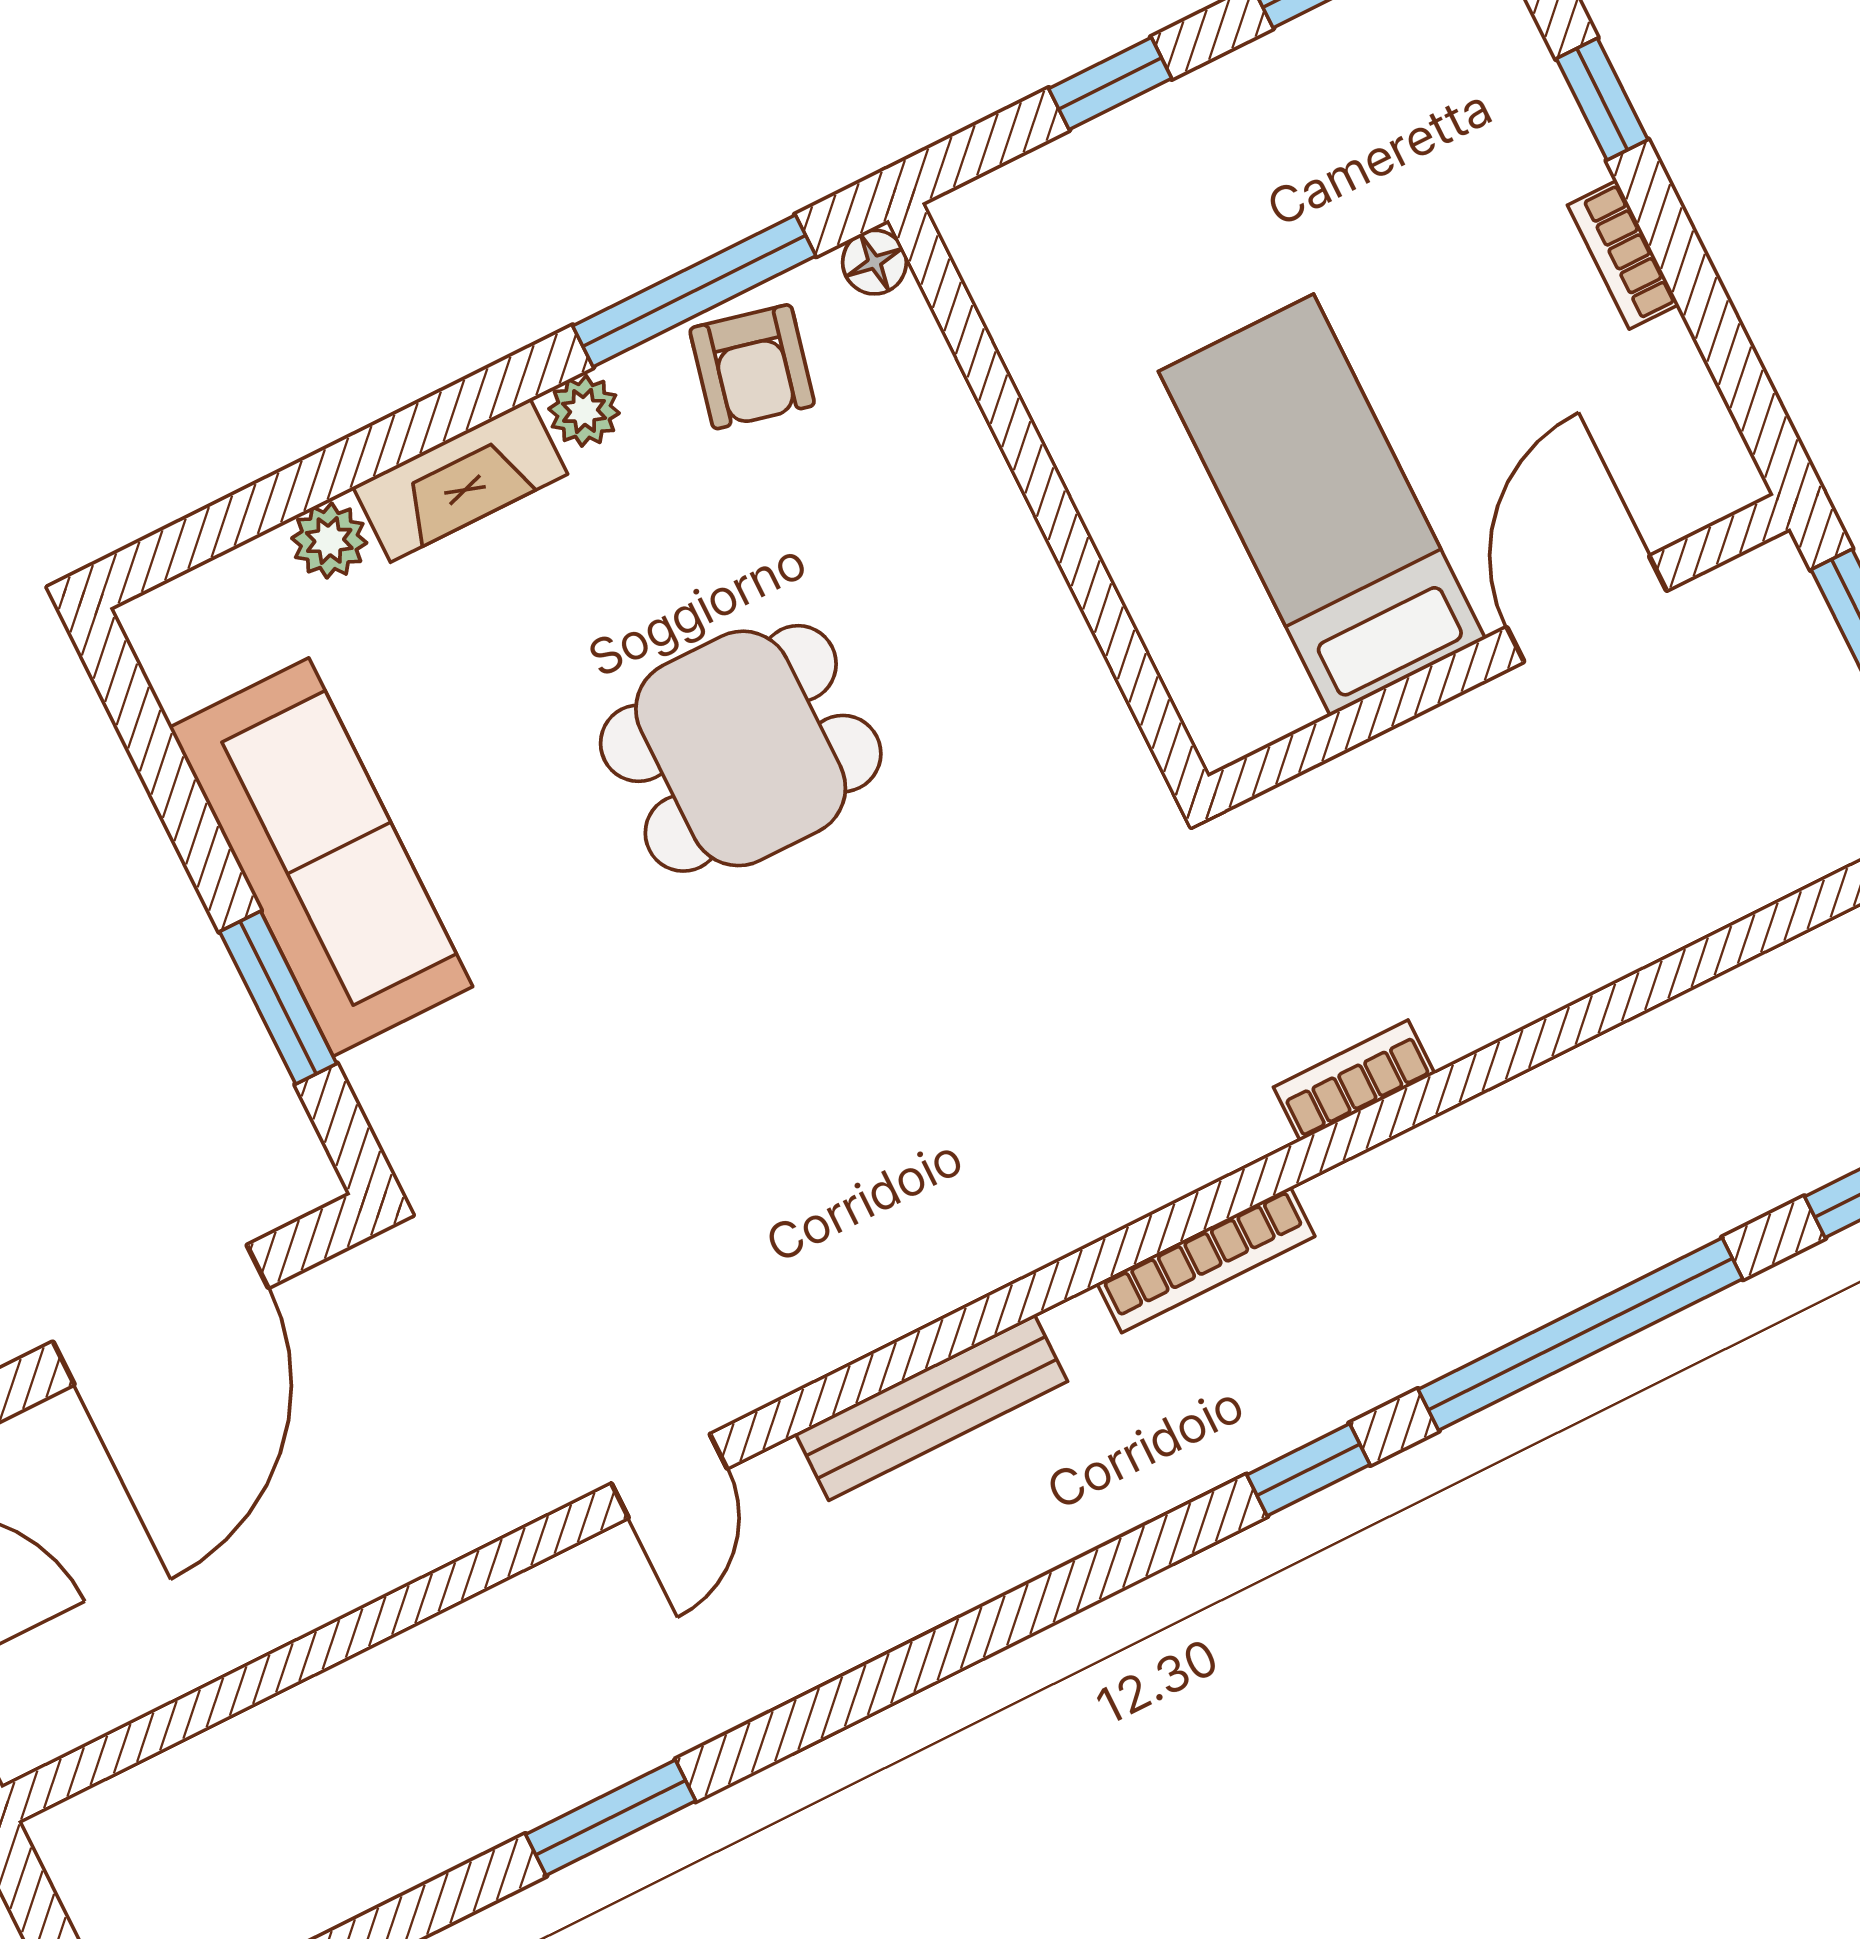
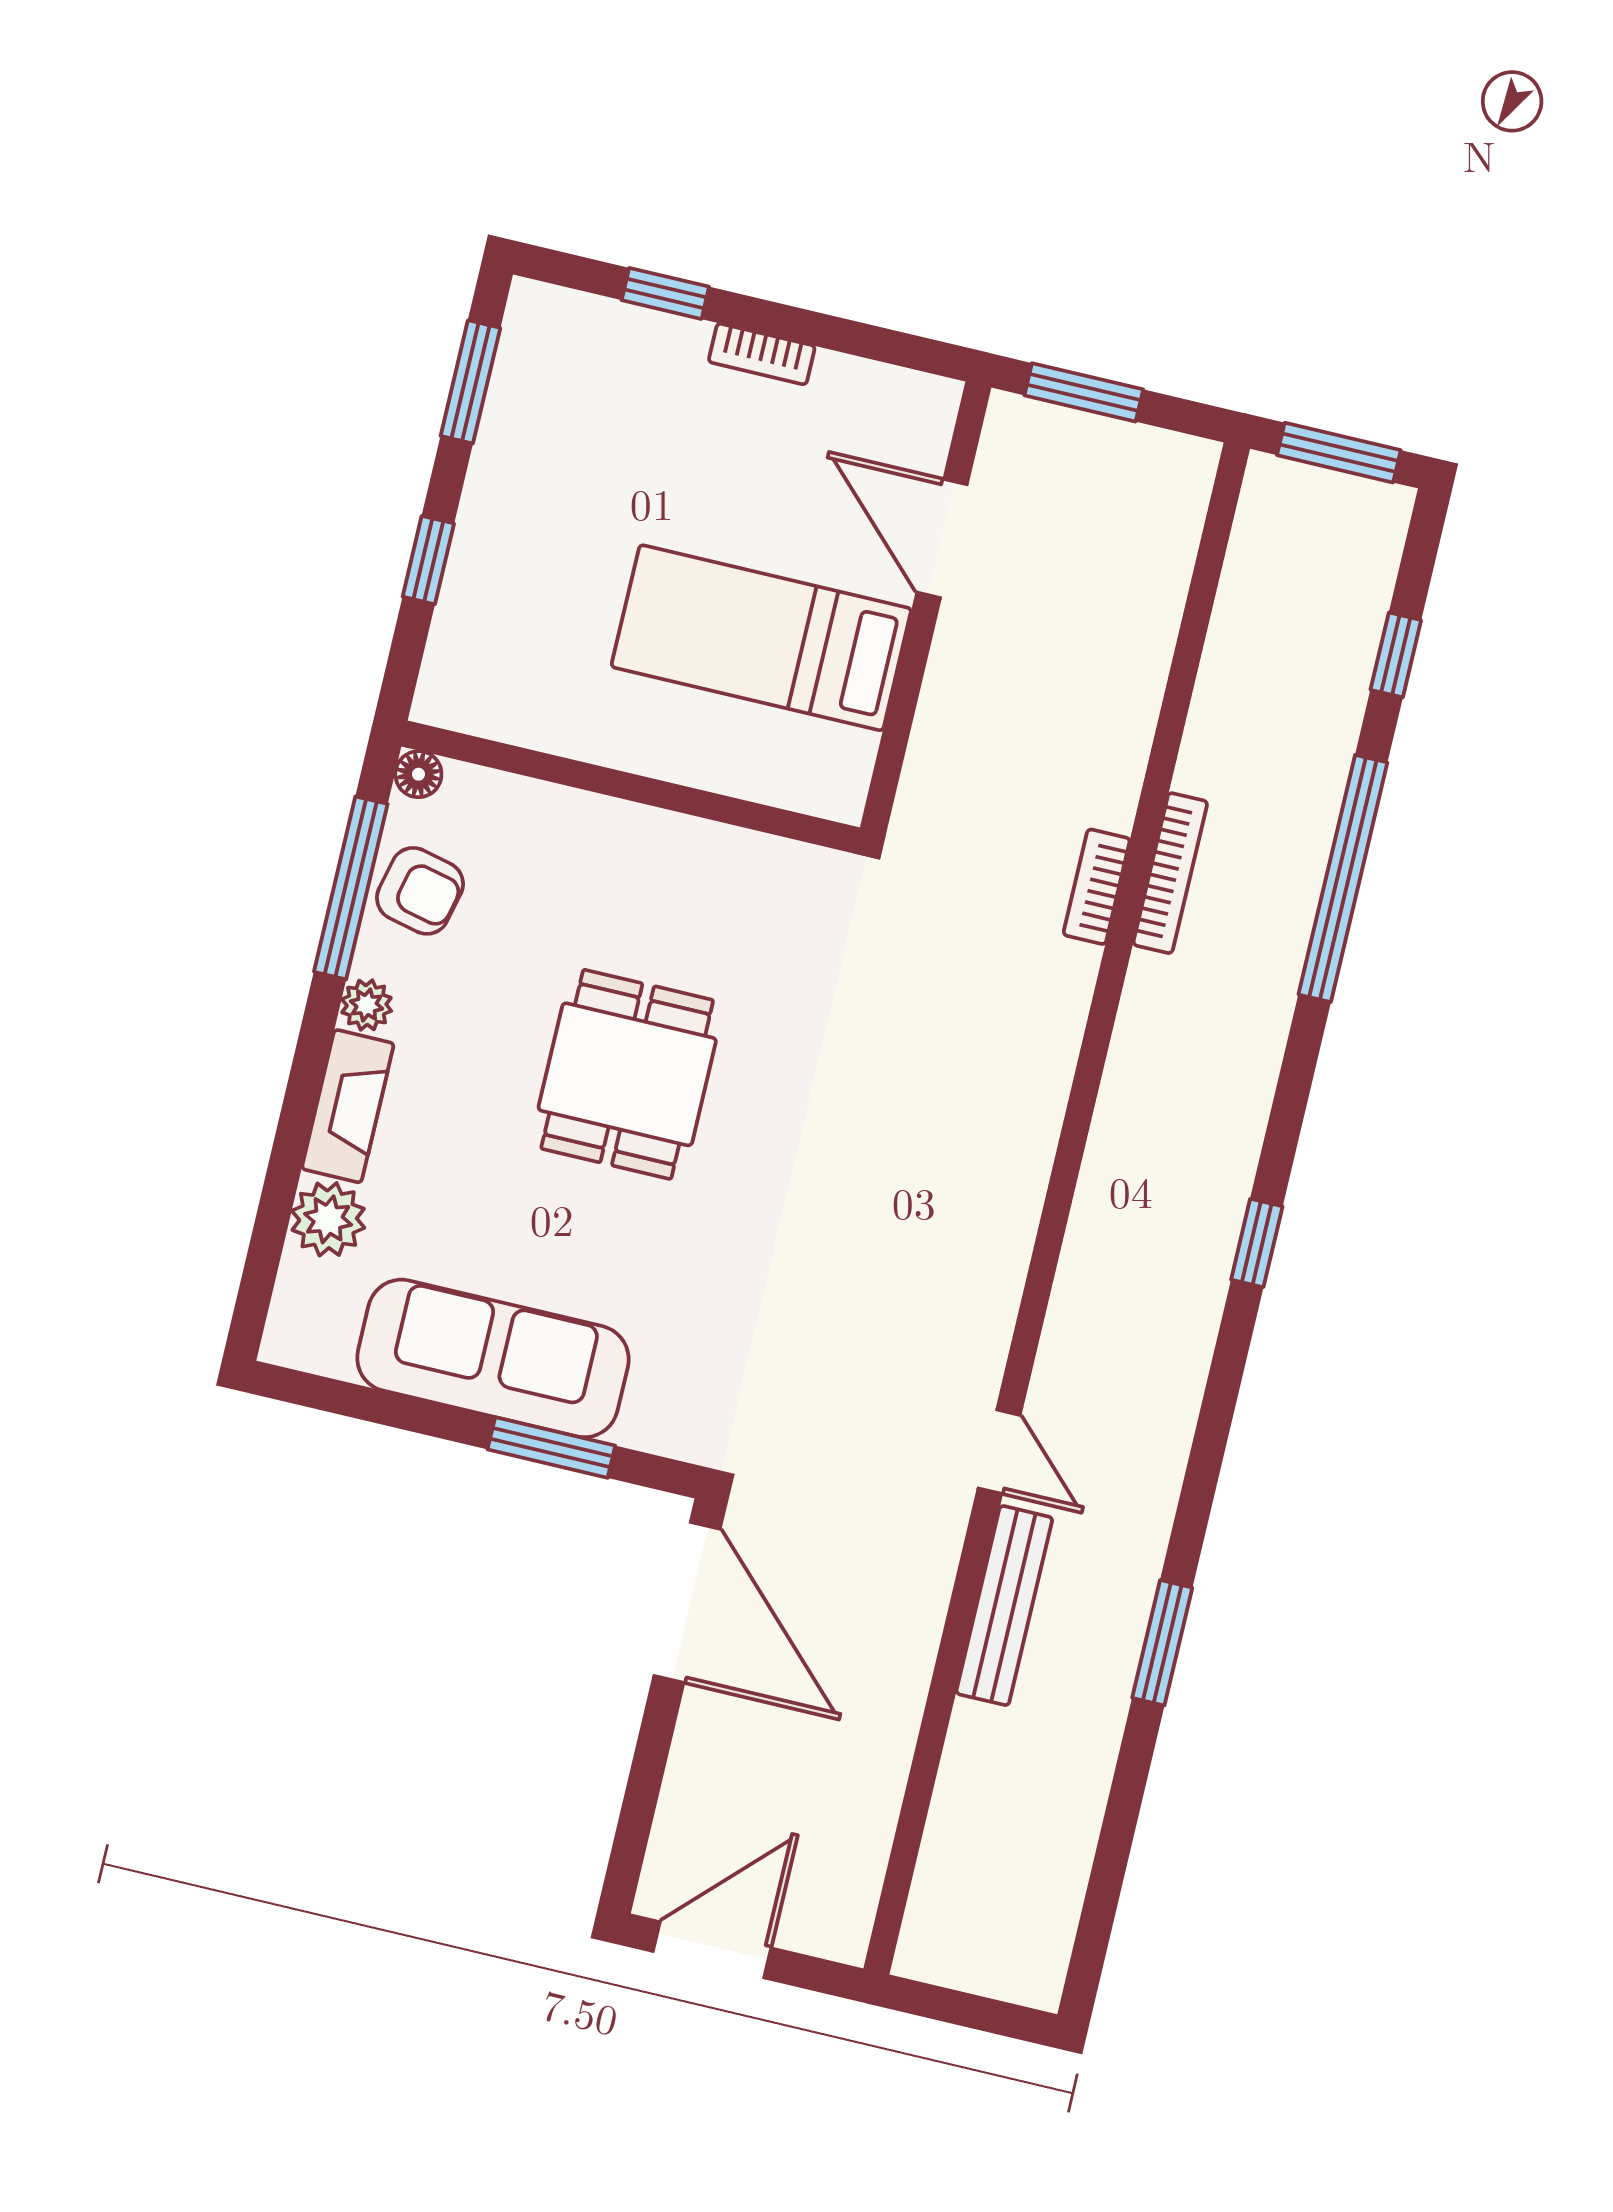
plant: (329, 540) -> (328, 1219), width x1.38, depth x1.38
bookcase: (1206, 1260) -> (1170, 873), moved
door: (161, 1315) -> (687, 1602), moved
bench: (931, 1408) -> (1004, 1606), moved
window: (1308, 1470) -> (1257, 1243), moved

